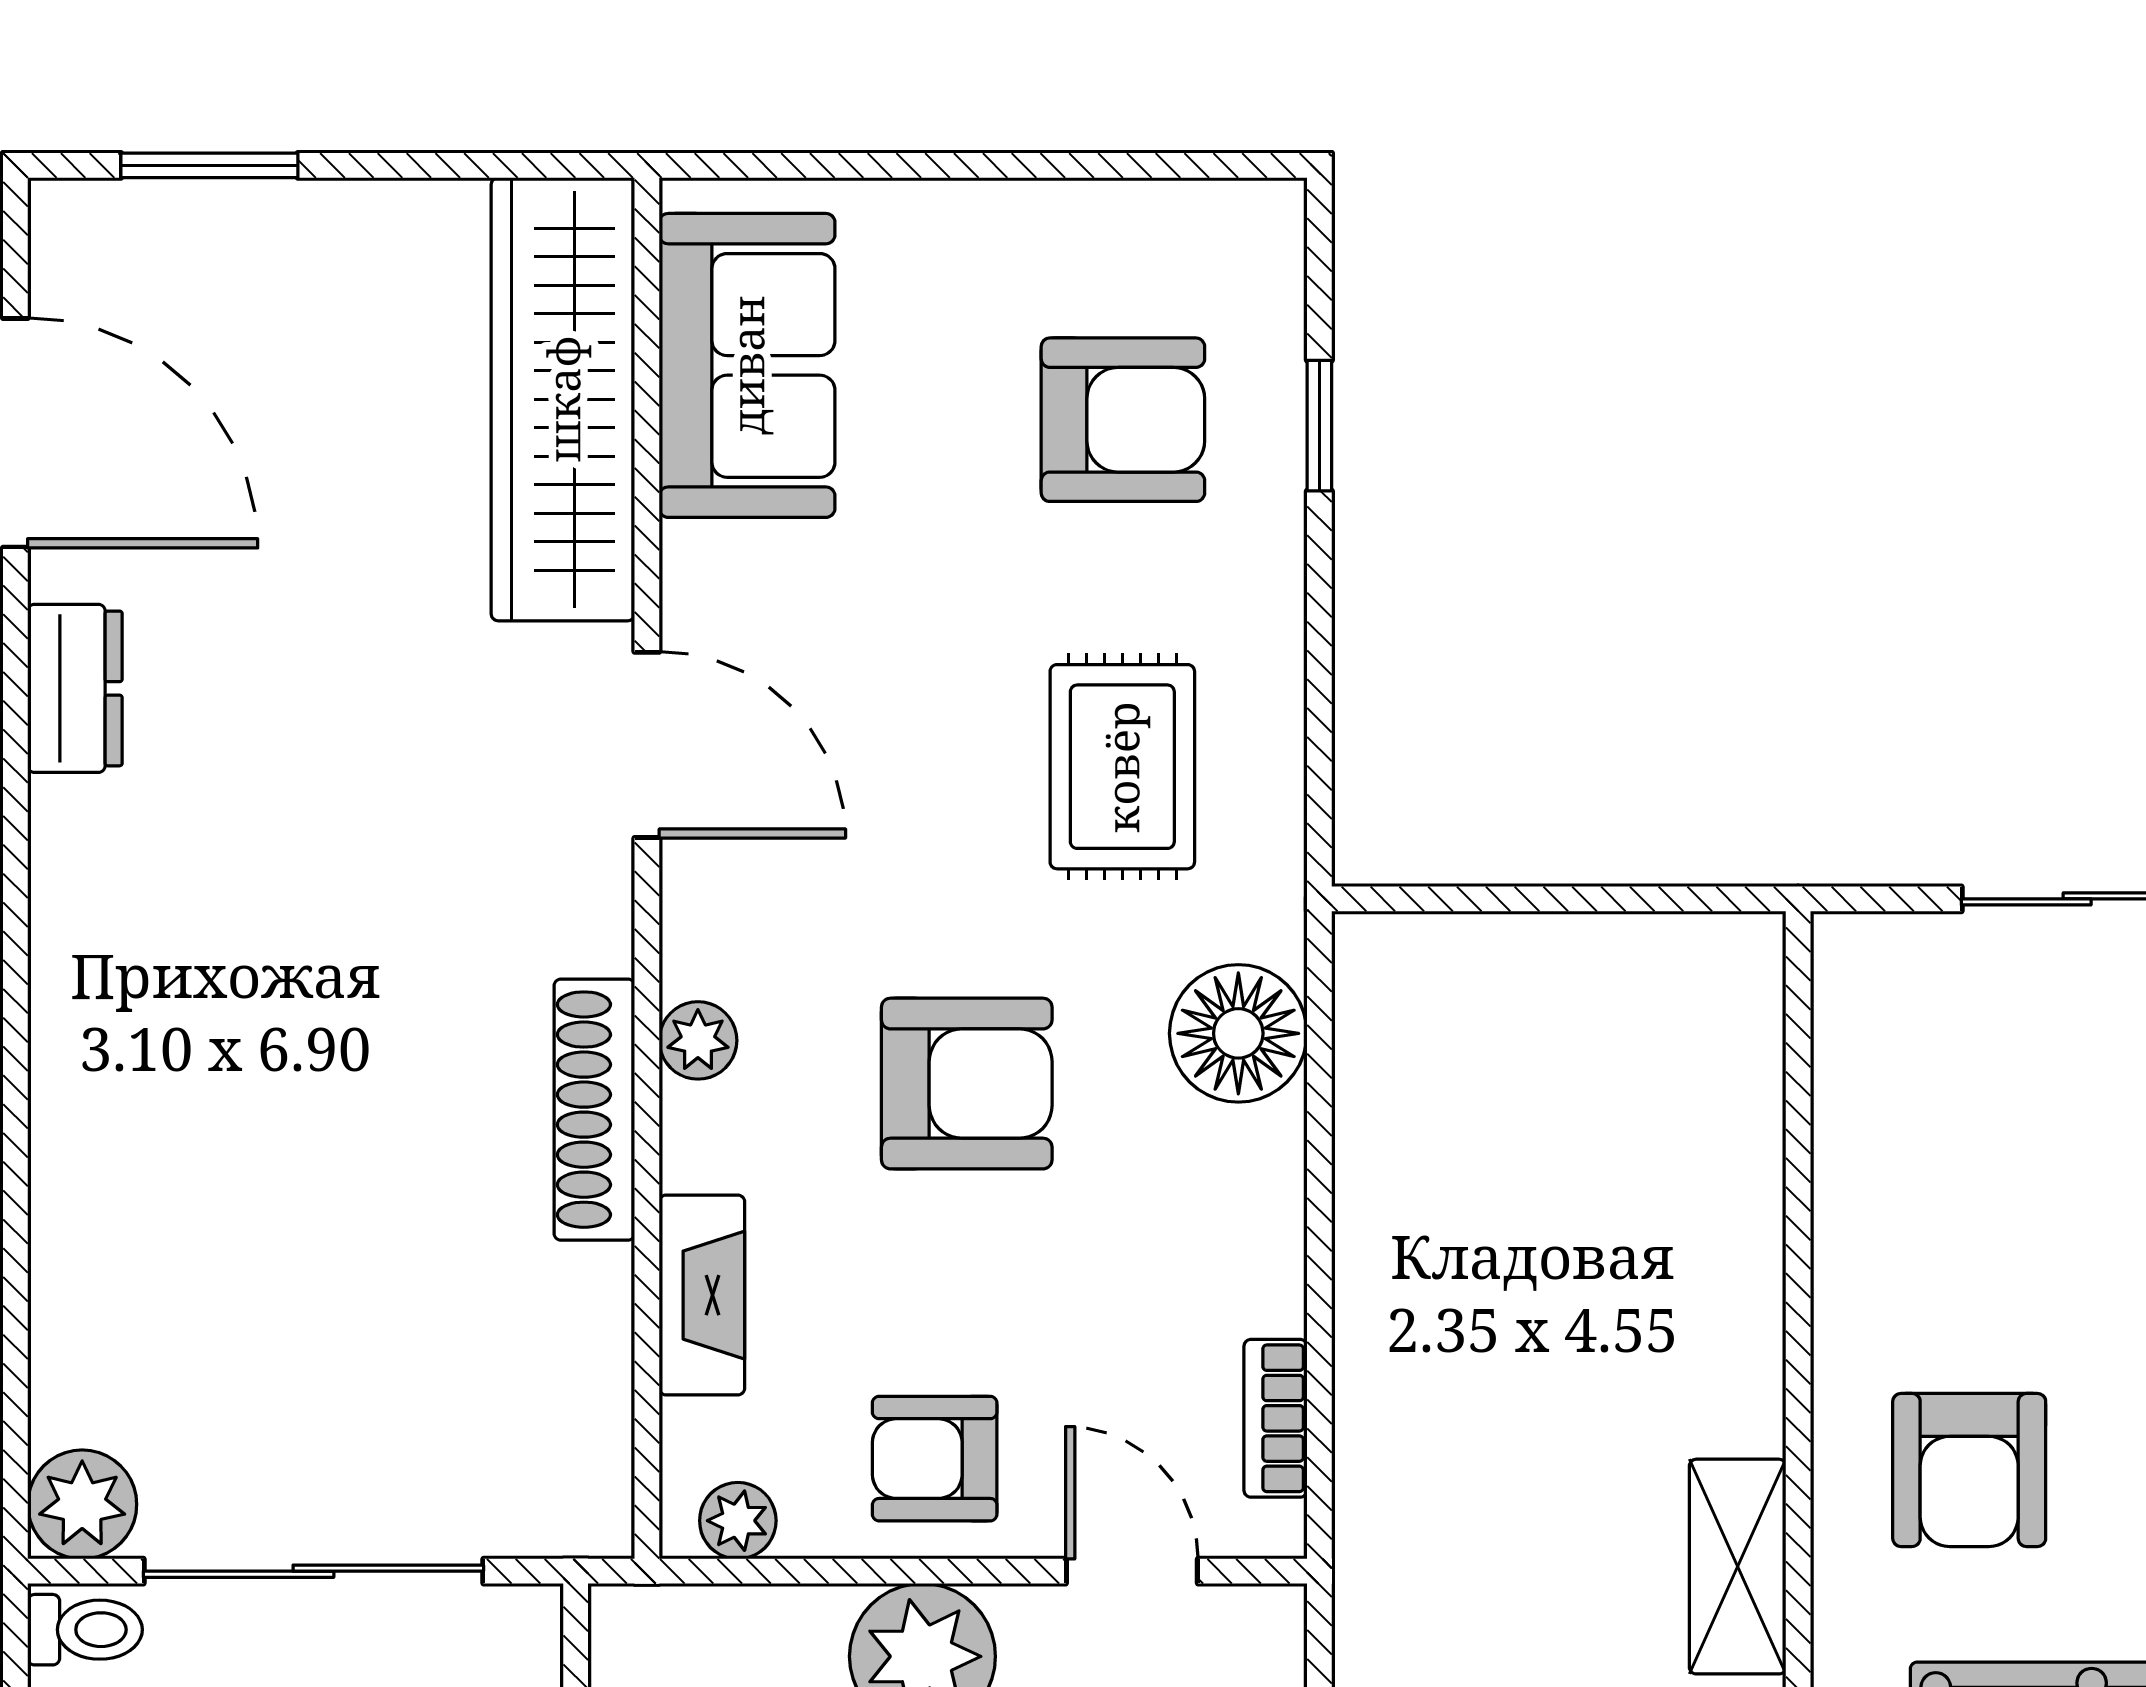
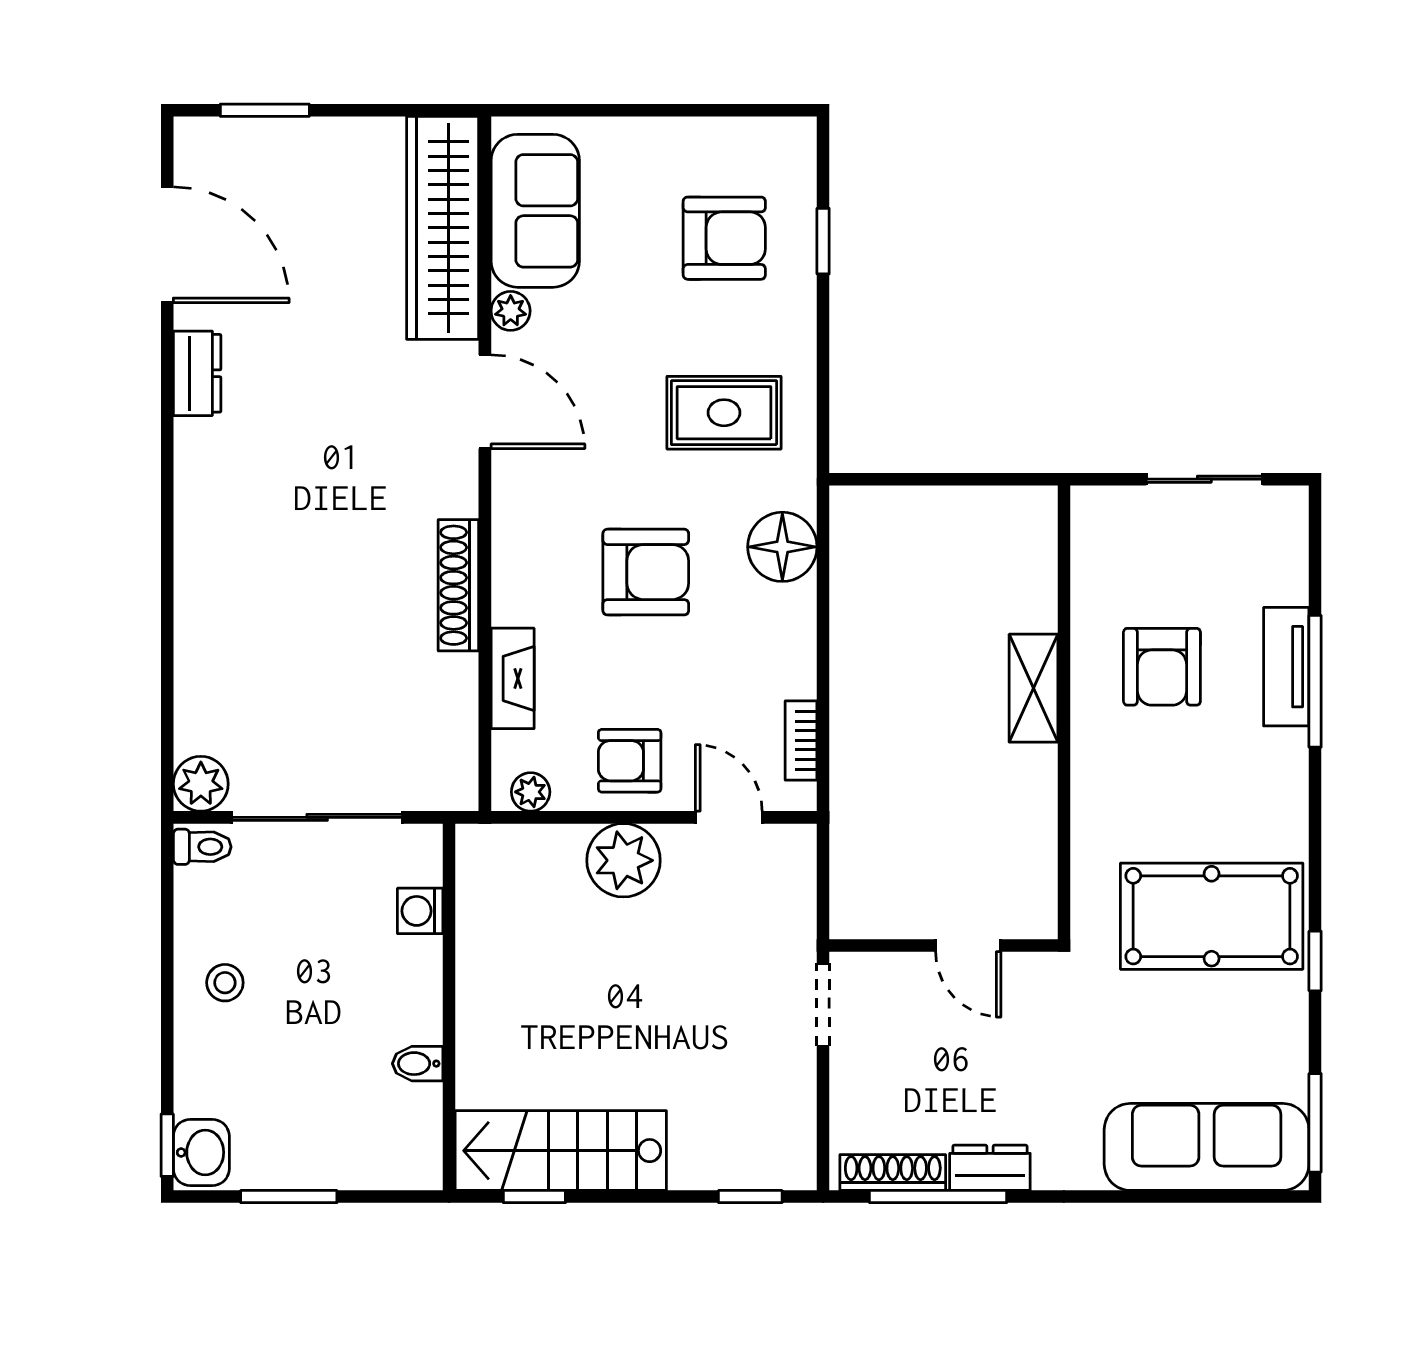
rug: (1122, 767) -> (724, 413), turned 90
plant: (698, 1040) -> (511, 311), moved
armchair: (1969, 1470) -> (1162, 667), moved
shelving: (1738, 1567) -> (1033, 688), moved

